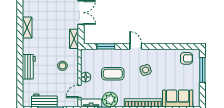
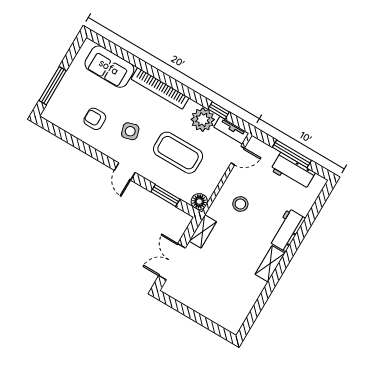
shelving: (27, 28) -> (270, 264), moved
armchair: (186, 58) -> (95, 119), moved
coffee table: (113, 74) -> (178, 153), width x1.36, depth x1.32
floor lamp: (86, 77) -> (199, 202), moved

